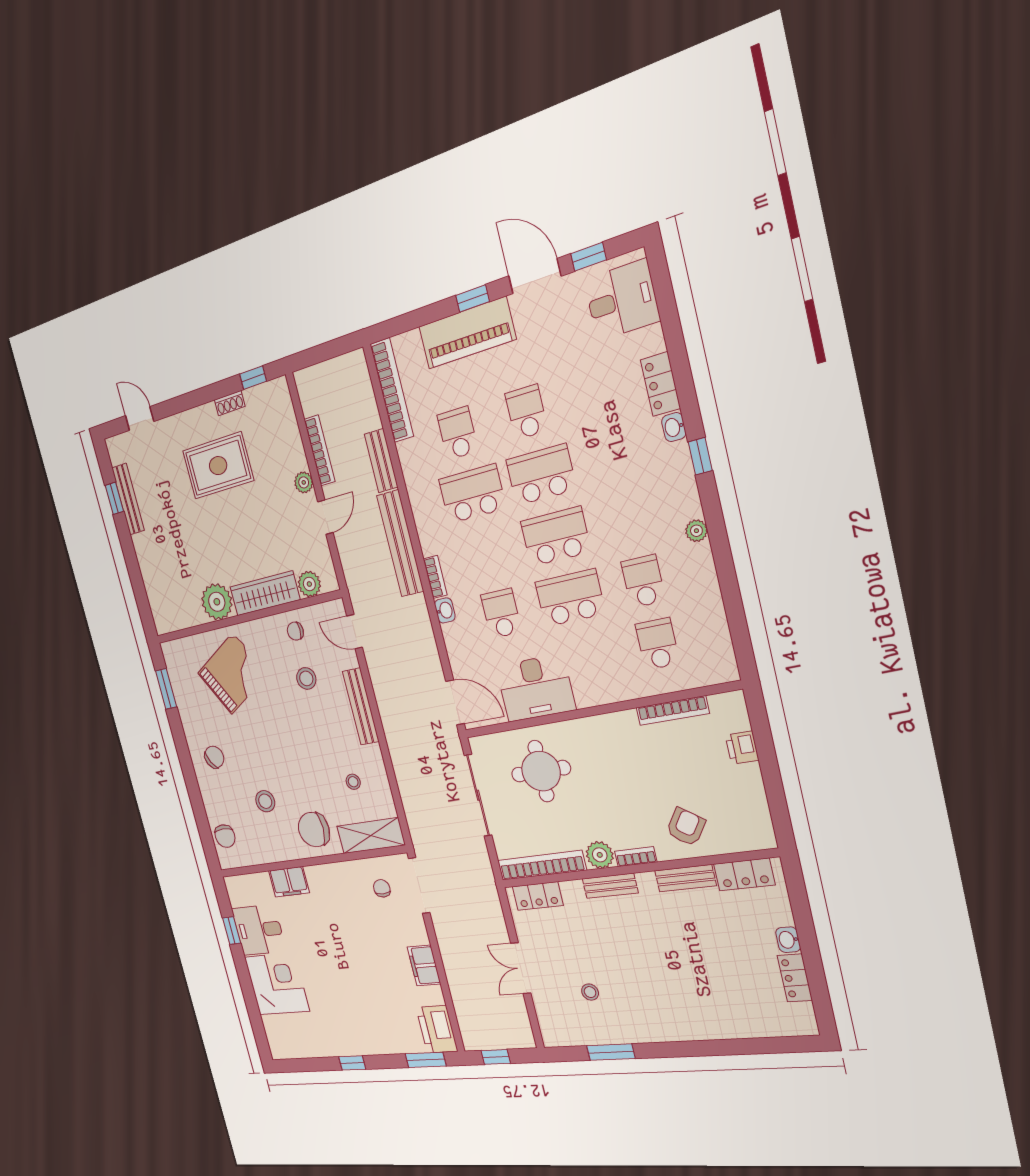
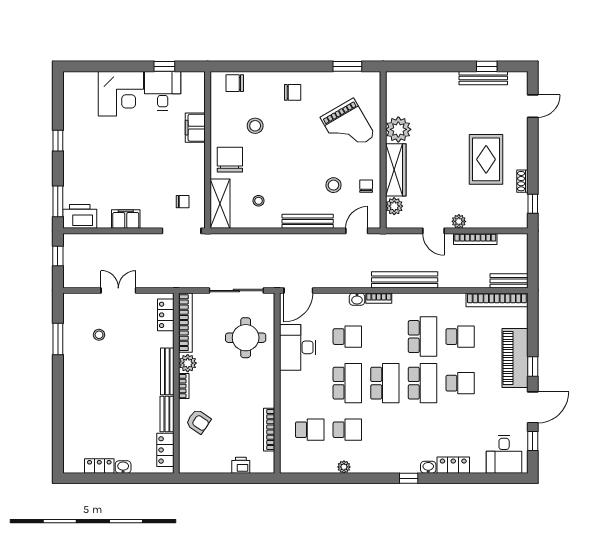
bench: (381, 461) -> (509, 281), moved
plant: (696, 531) -> (344, 467), moved
chair: (214, 757) -> (293, 92), turned -59
bench: (610, 886) -> (167, 371), width x1.36

